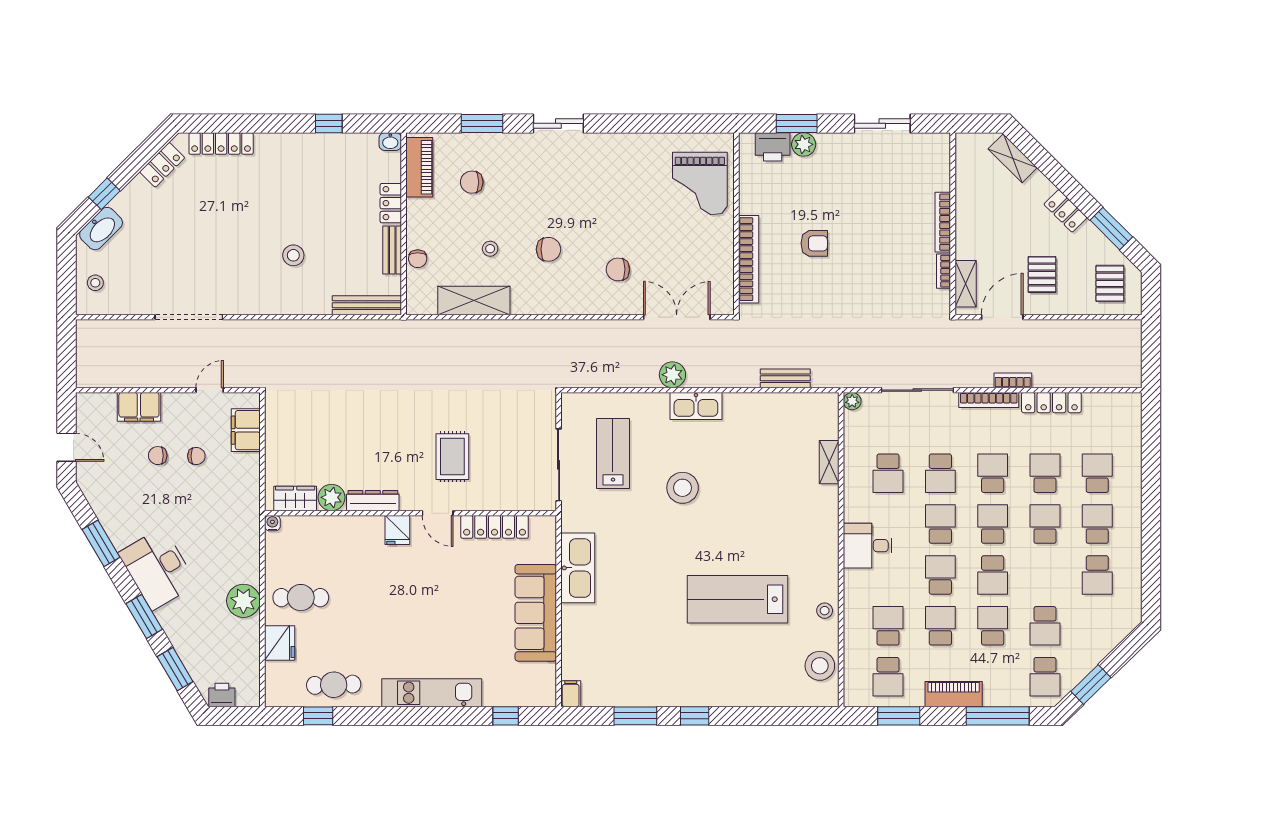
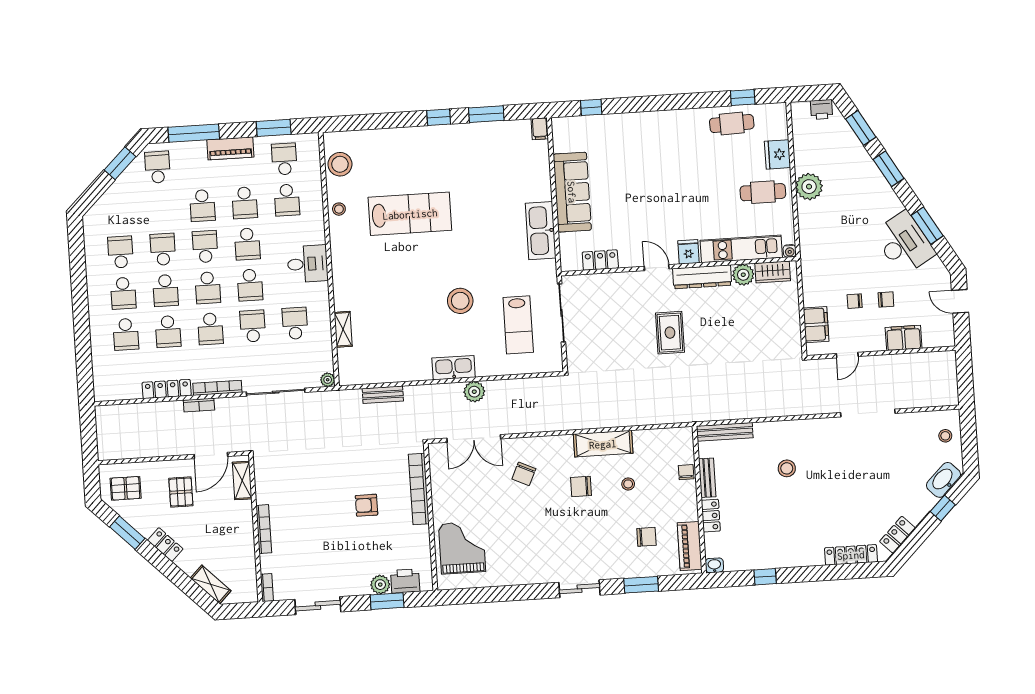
chair: (618, 269) -> (524, 474), turned 115
bookcase: (944, 271) -> (267, 588), moved
pallet: (1110, 283) -> (126, 488), turned 90
shelving: (474, 300) -> (603, 444), moved
rug: (452, 457) -> (670, 333), moved
dresser: (373, 501) -> (702, 277), width x1.37, depth x1.24
locker: (495, 527) -> (600, 260), width x0.66
desk: (158, 569) -> (904, 243), moved
school desk: (1045, 626) -> (163, 249), moved
kitchen unit: (432, 693) -> (741, 249), moved, turned 180

